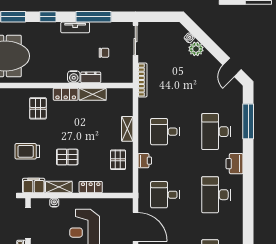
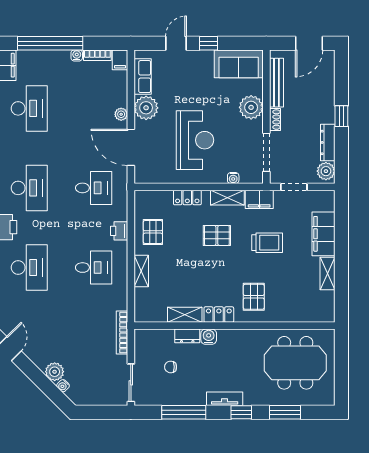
tv unit: (75, 27) -> (225, 399), moved

